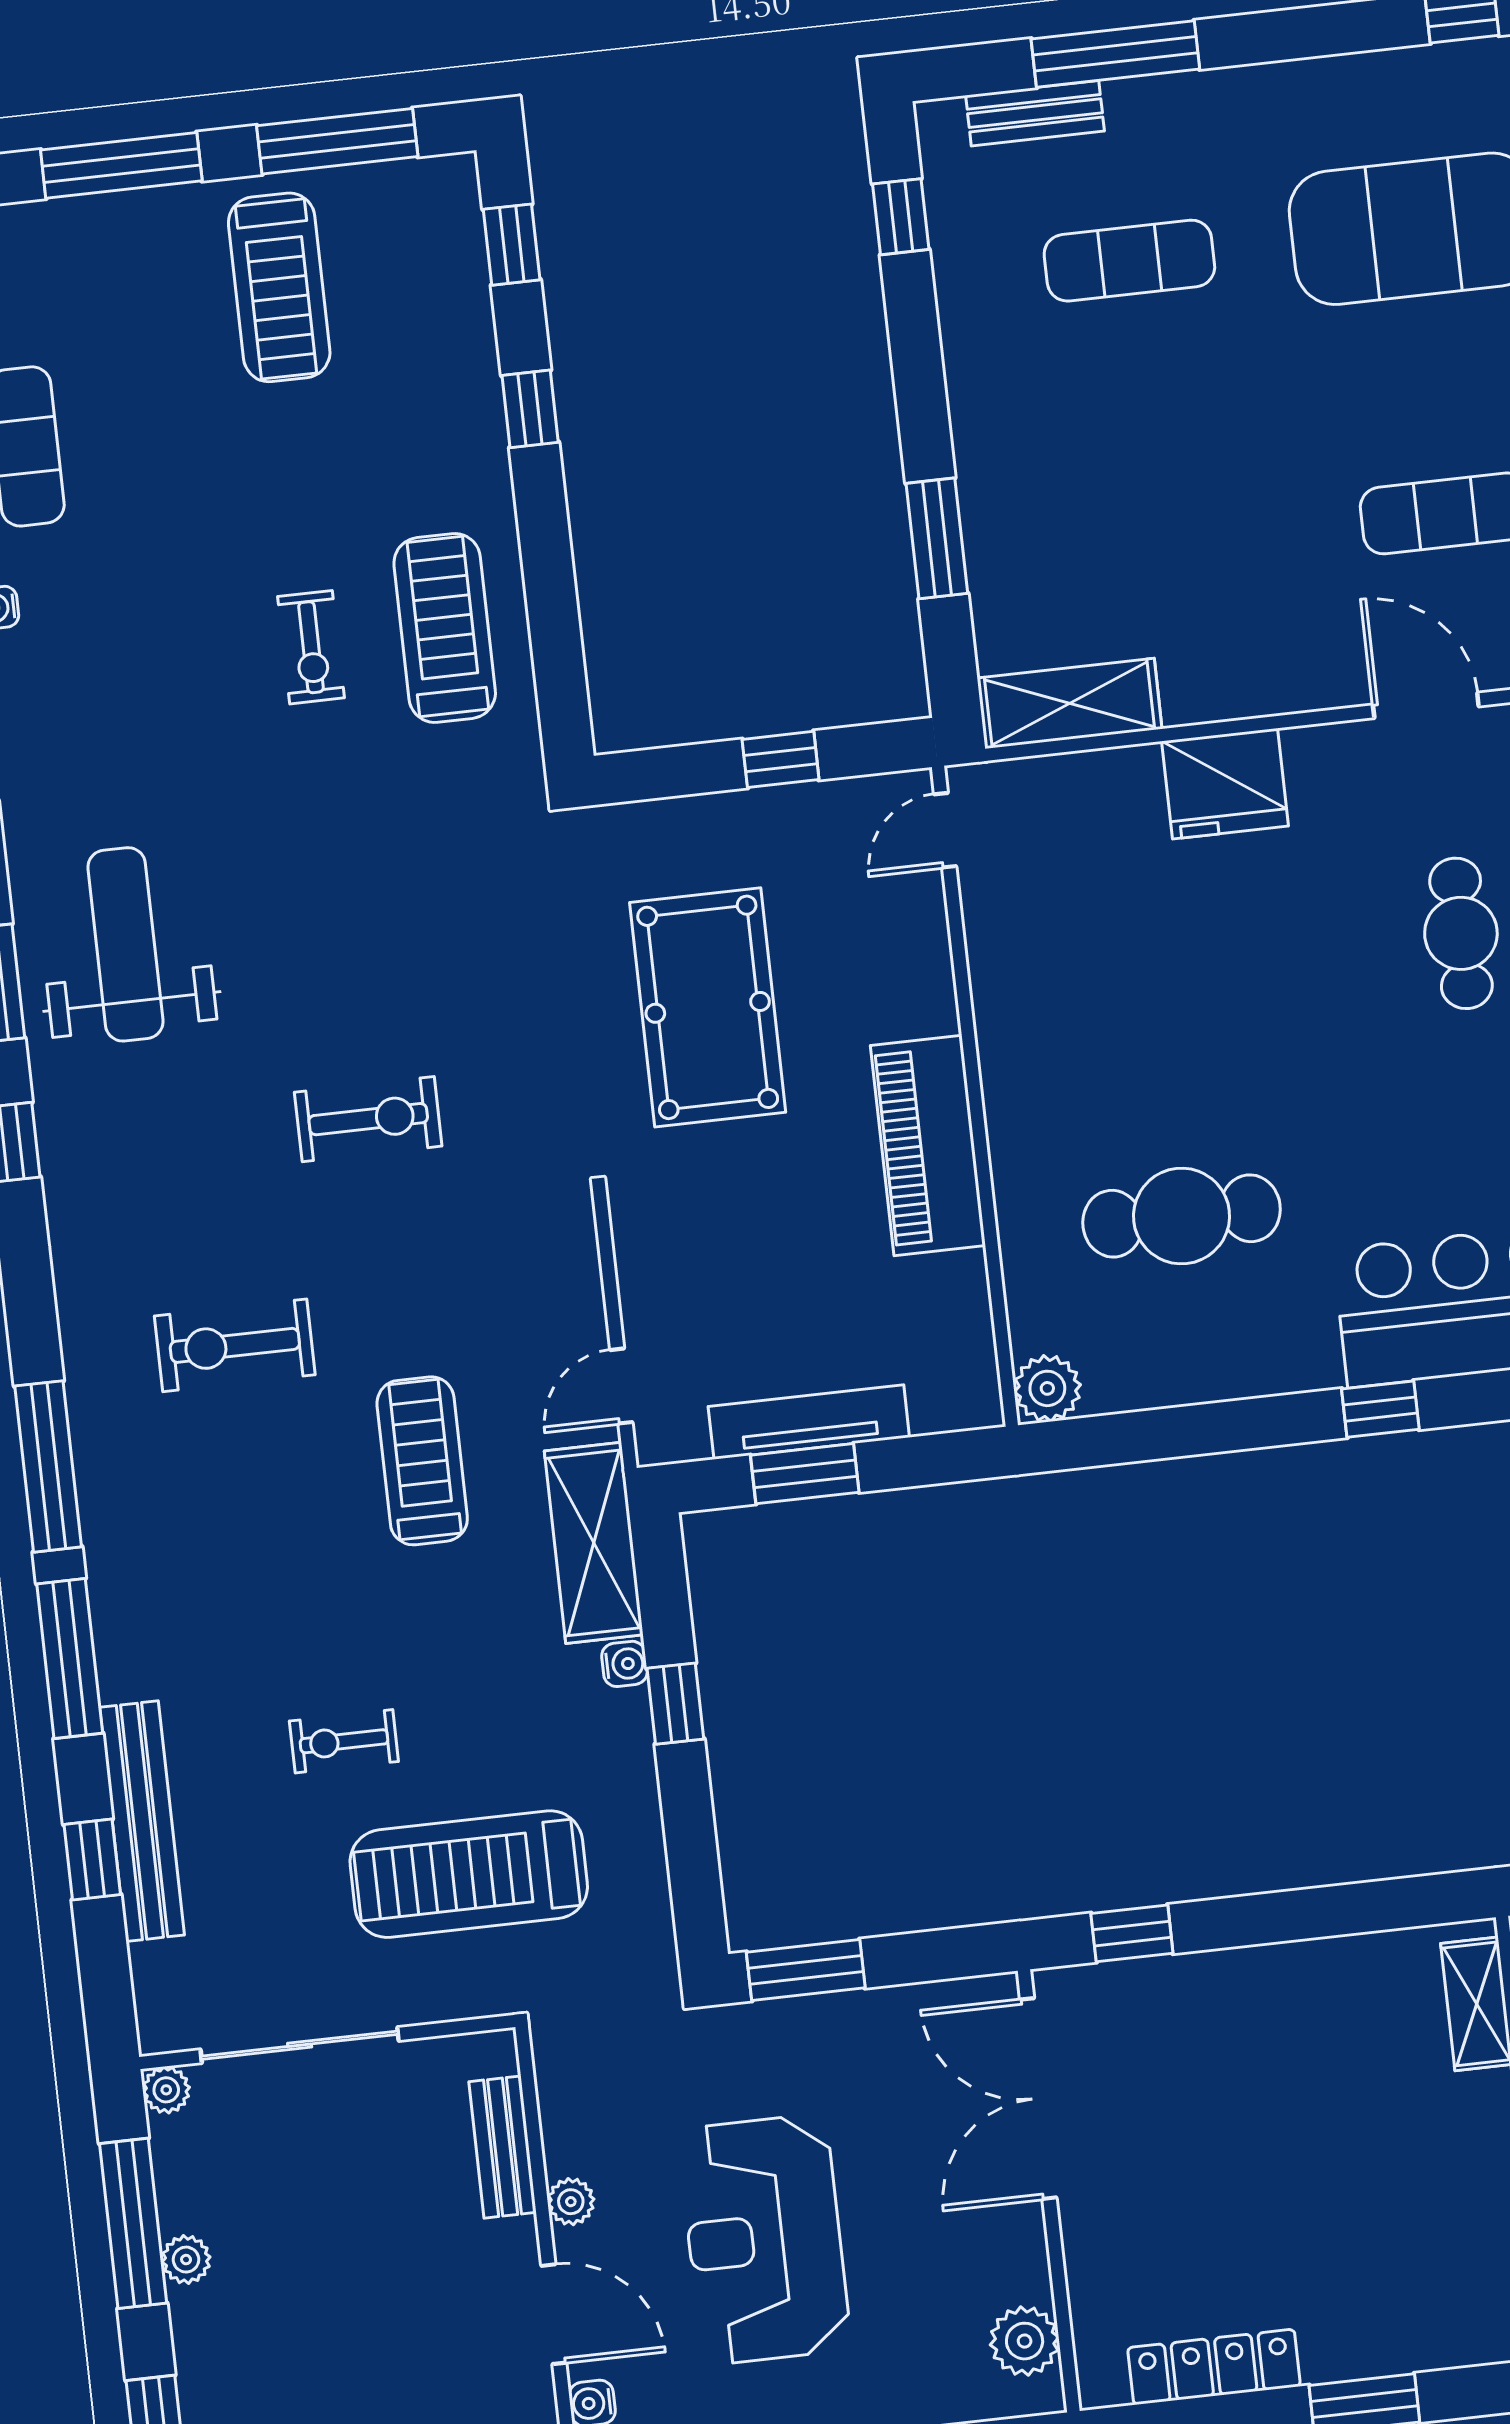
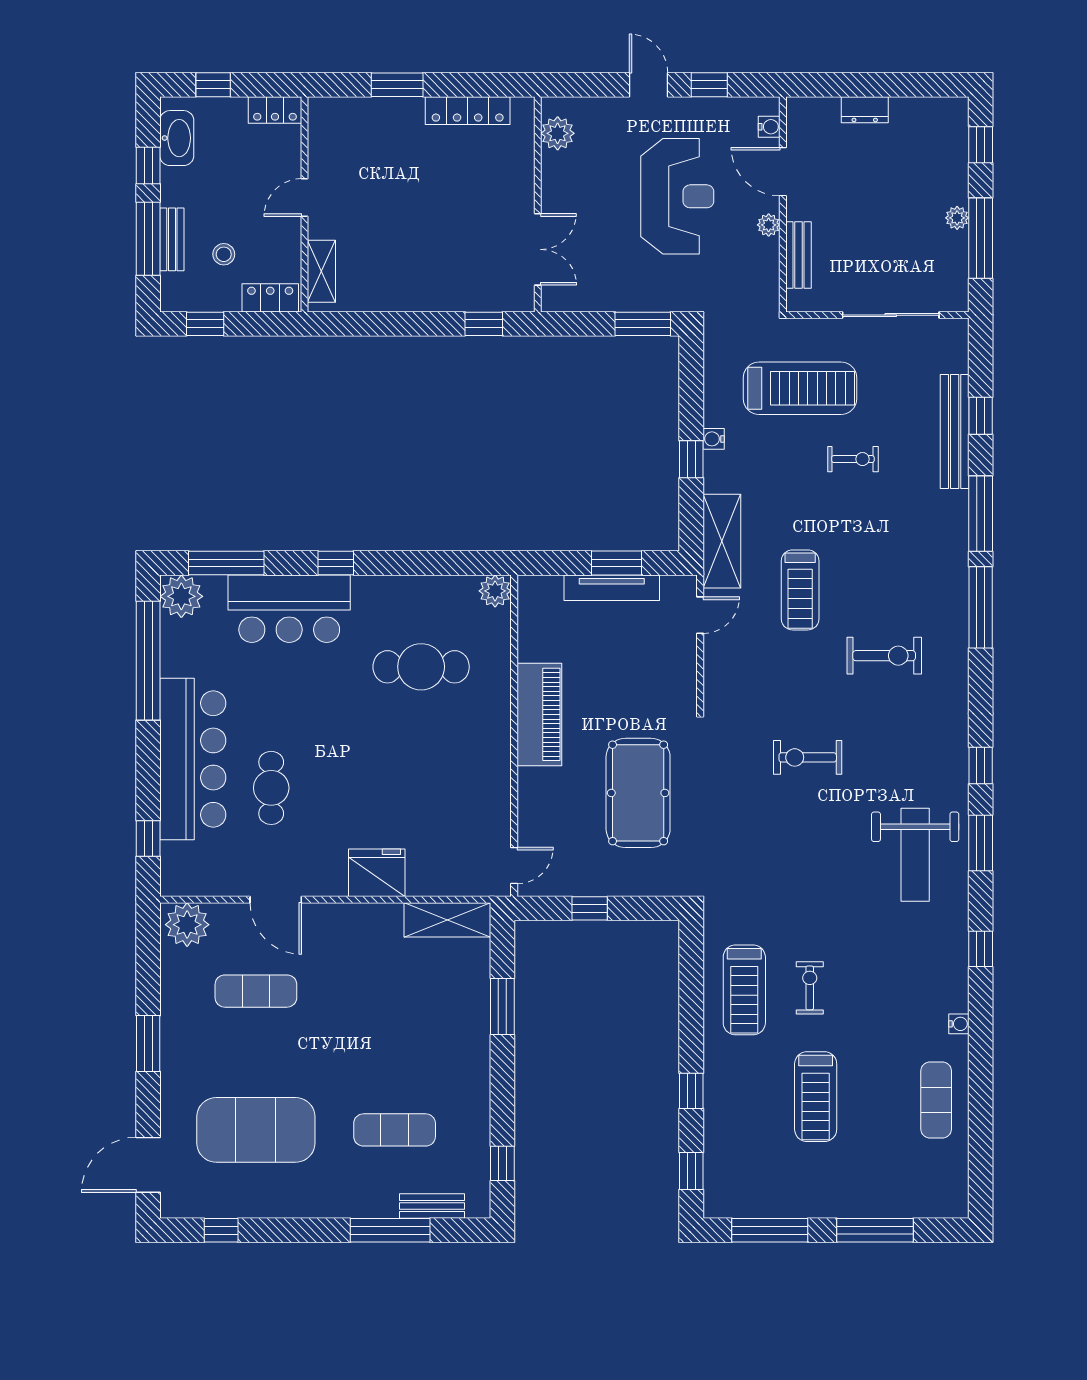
treadmill: (279, 287) -> (816, 1097), moved, turned 180
water cooler: (624, 1664) -> (714, 439), moved
plant: (166, 2090) -> (957, 301), removed
double door: (1038, 2099) -> (538, 249), width x0.73

